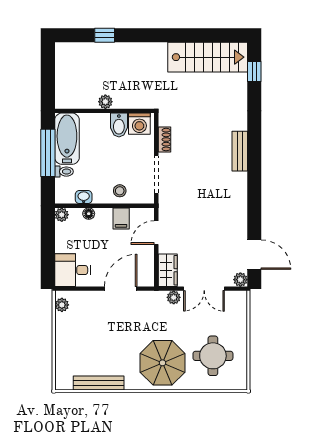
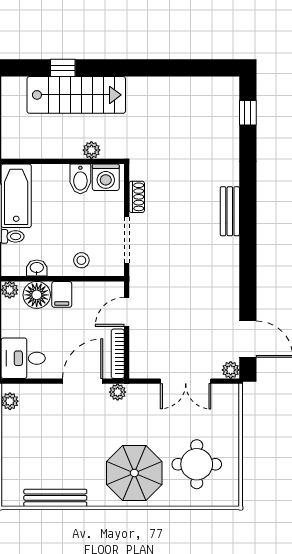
stairs: (208, 57) -> (76, 95), moved
plant: (105, 102) -> (91, 150), moved
floor lamp: (89, 214) -> (37, 295), width x1.89, depth x1.89
filing cabinet: (121, 218) -> (62, 294), moved
bookcase: (149, 266) -> (118, 354), added
wardrobe: (168, 270) -> (141, 358), removed
plant: (174, 297) -> (118, 392), moved

